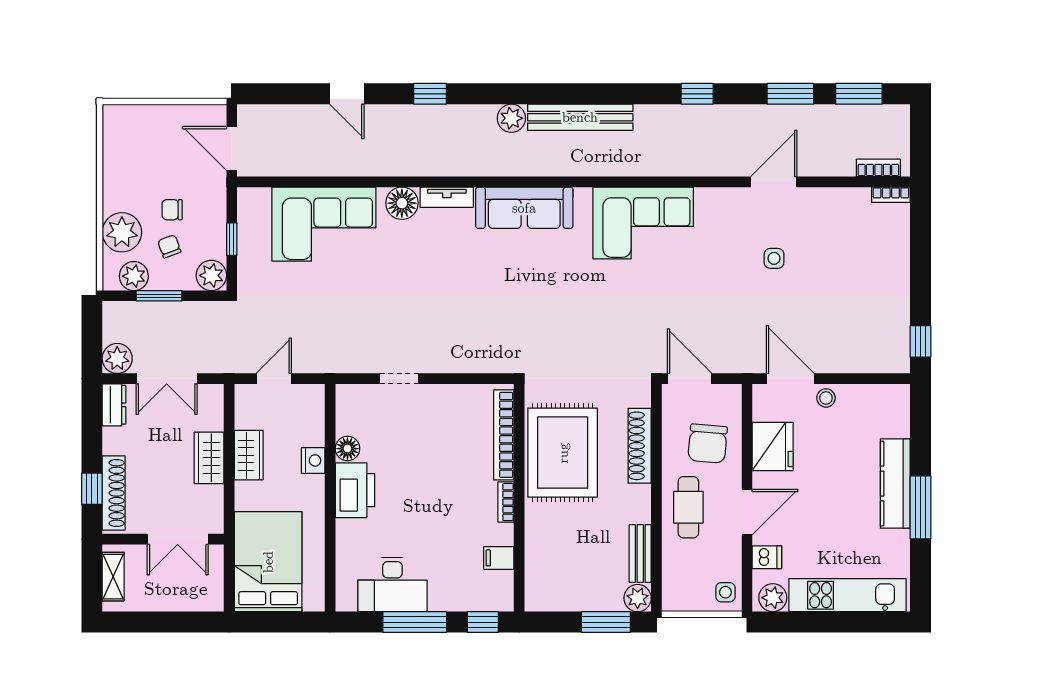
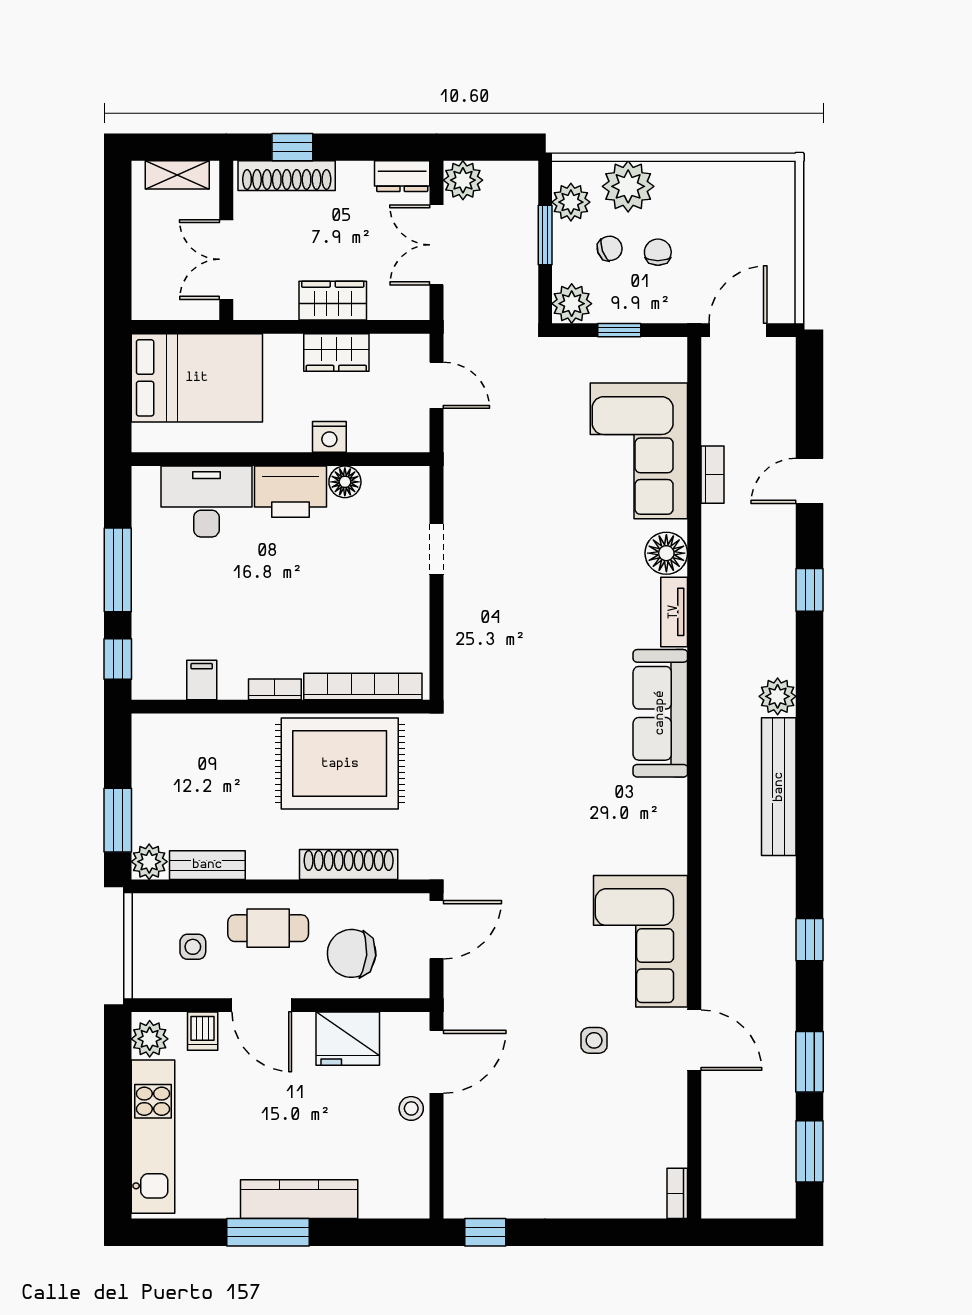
bookcase: (878, 168) -> (713, 475), moved
corner sofa: (643, 223) -> (640, 941), moved
desk: (392, 584) -> (206, 501), moved, turned 90
side table: (725, 592) -> (193, 947), moved

